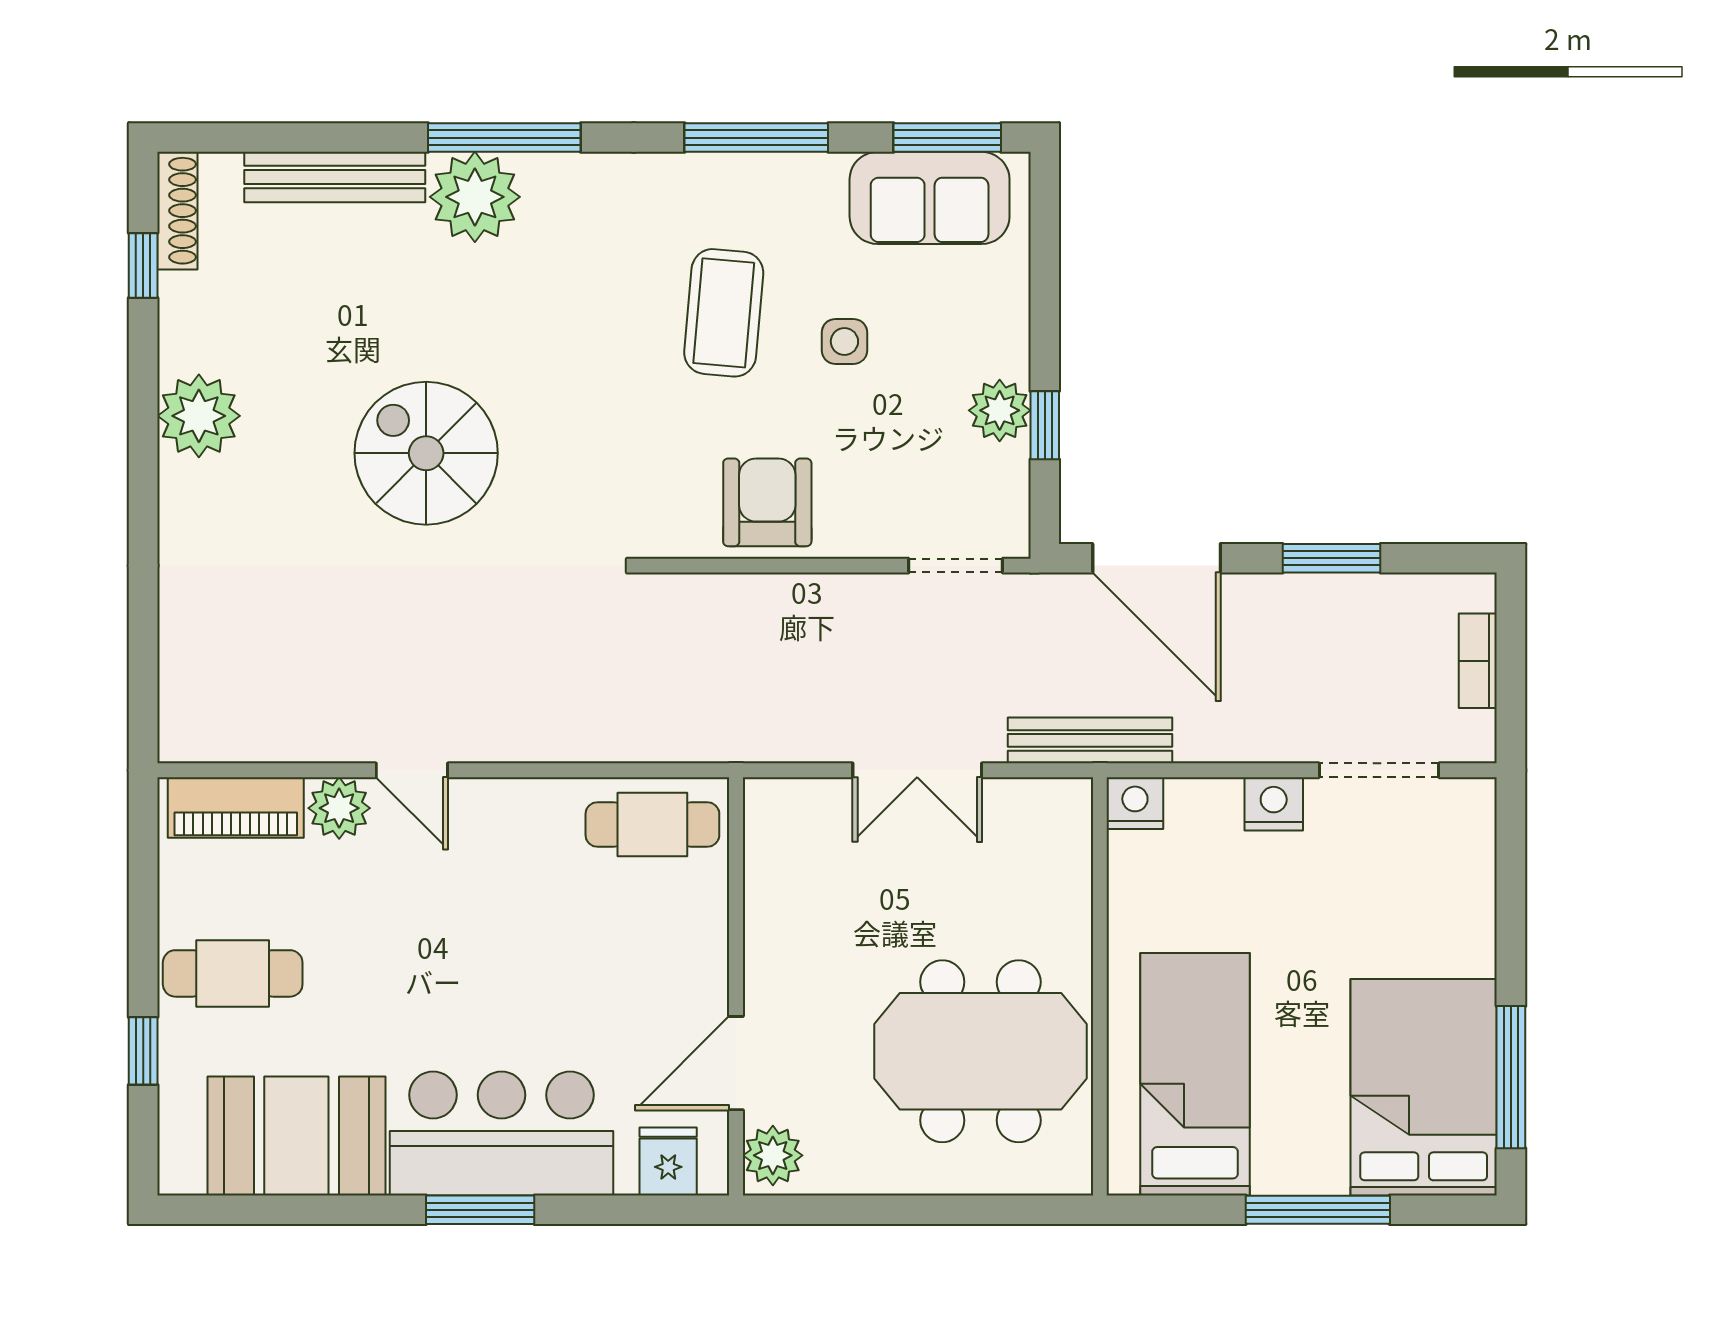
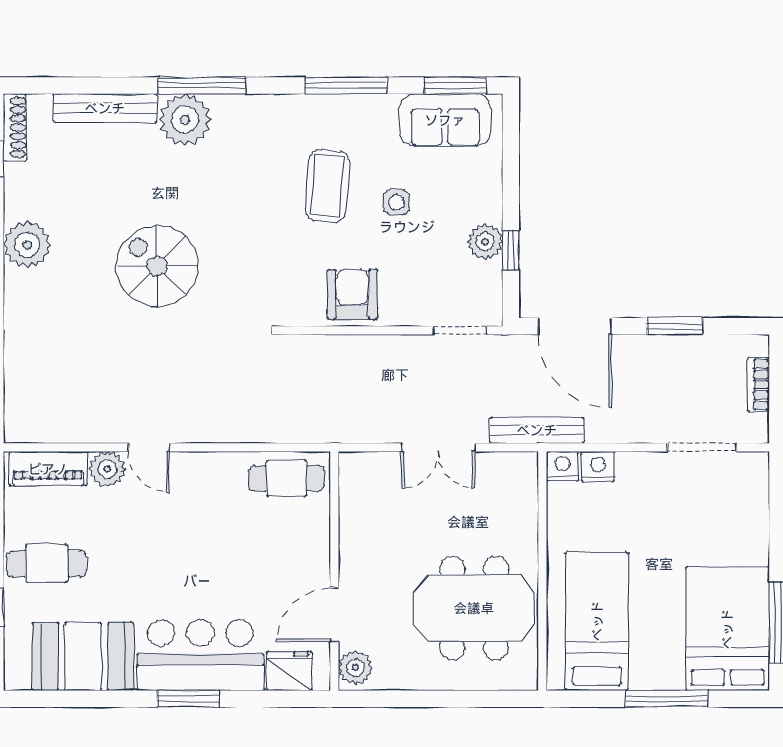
nightstand: (1274, 804) -> (598, 467), moved
fridge: (668, 1161) -> (289, 671), width x1.38

